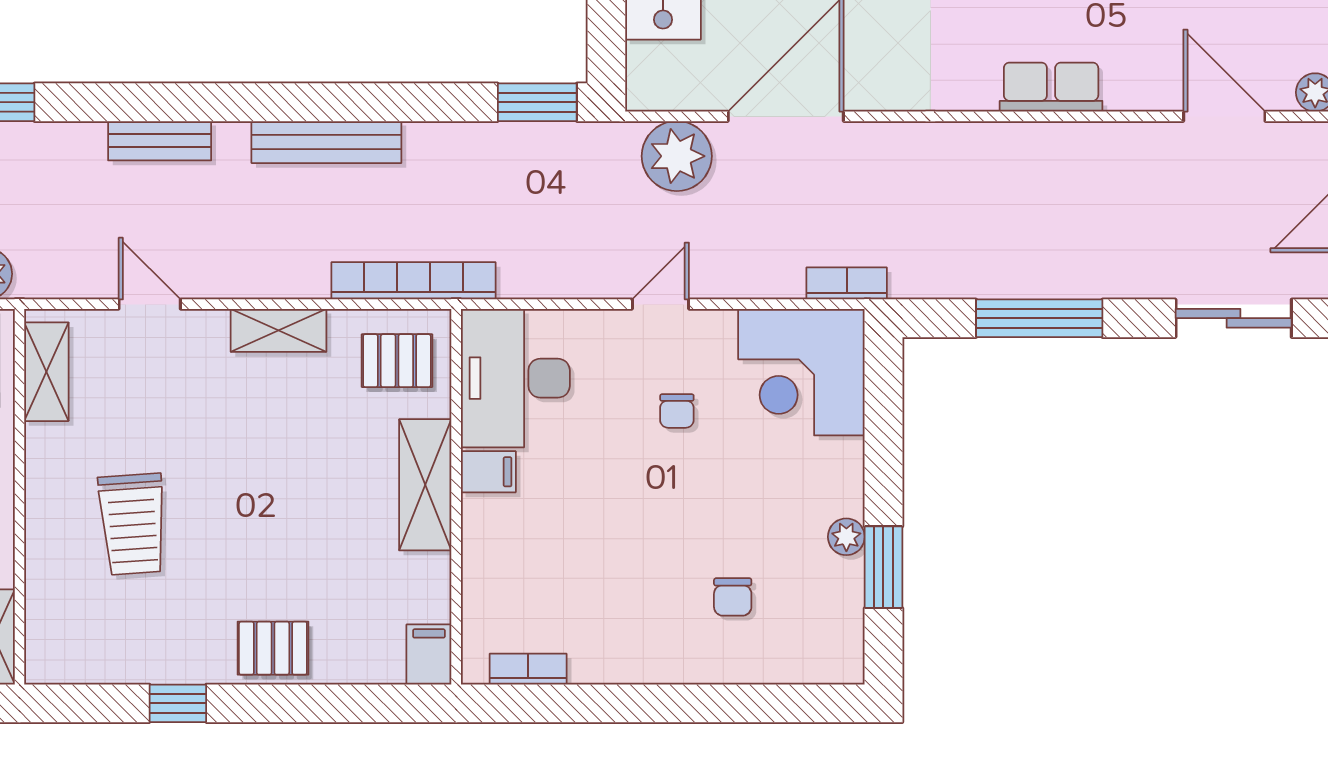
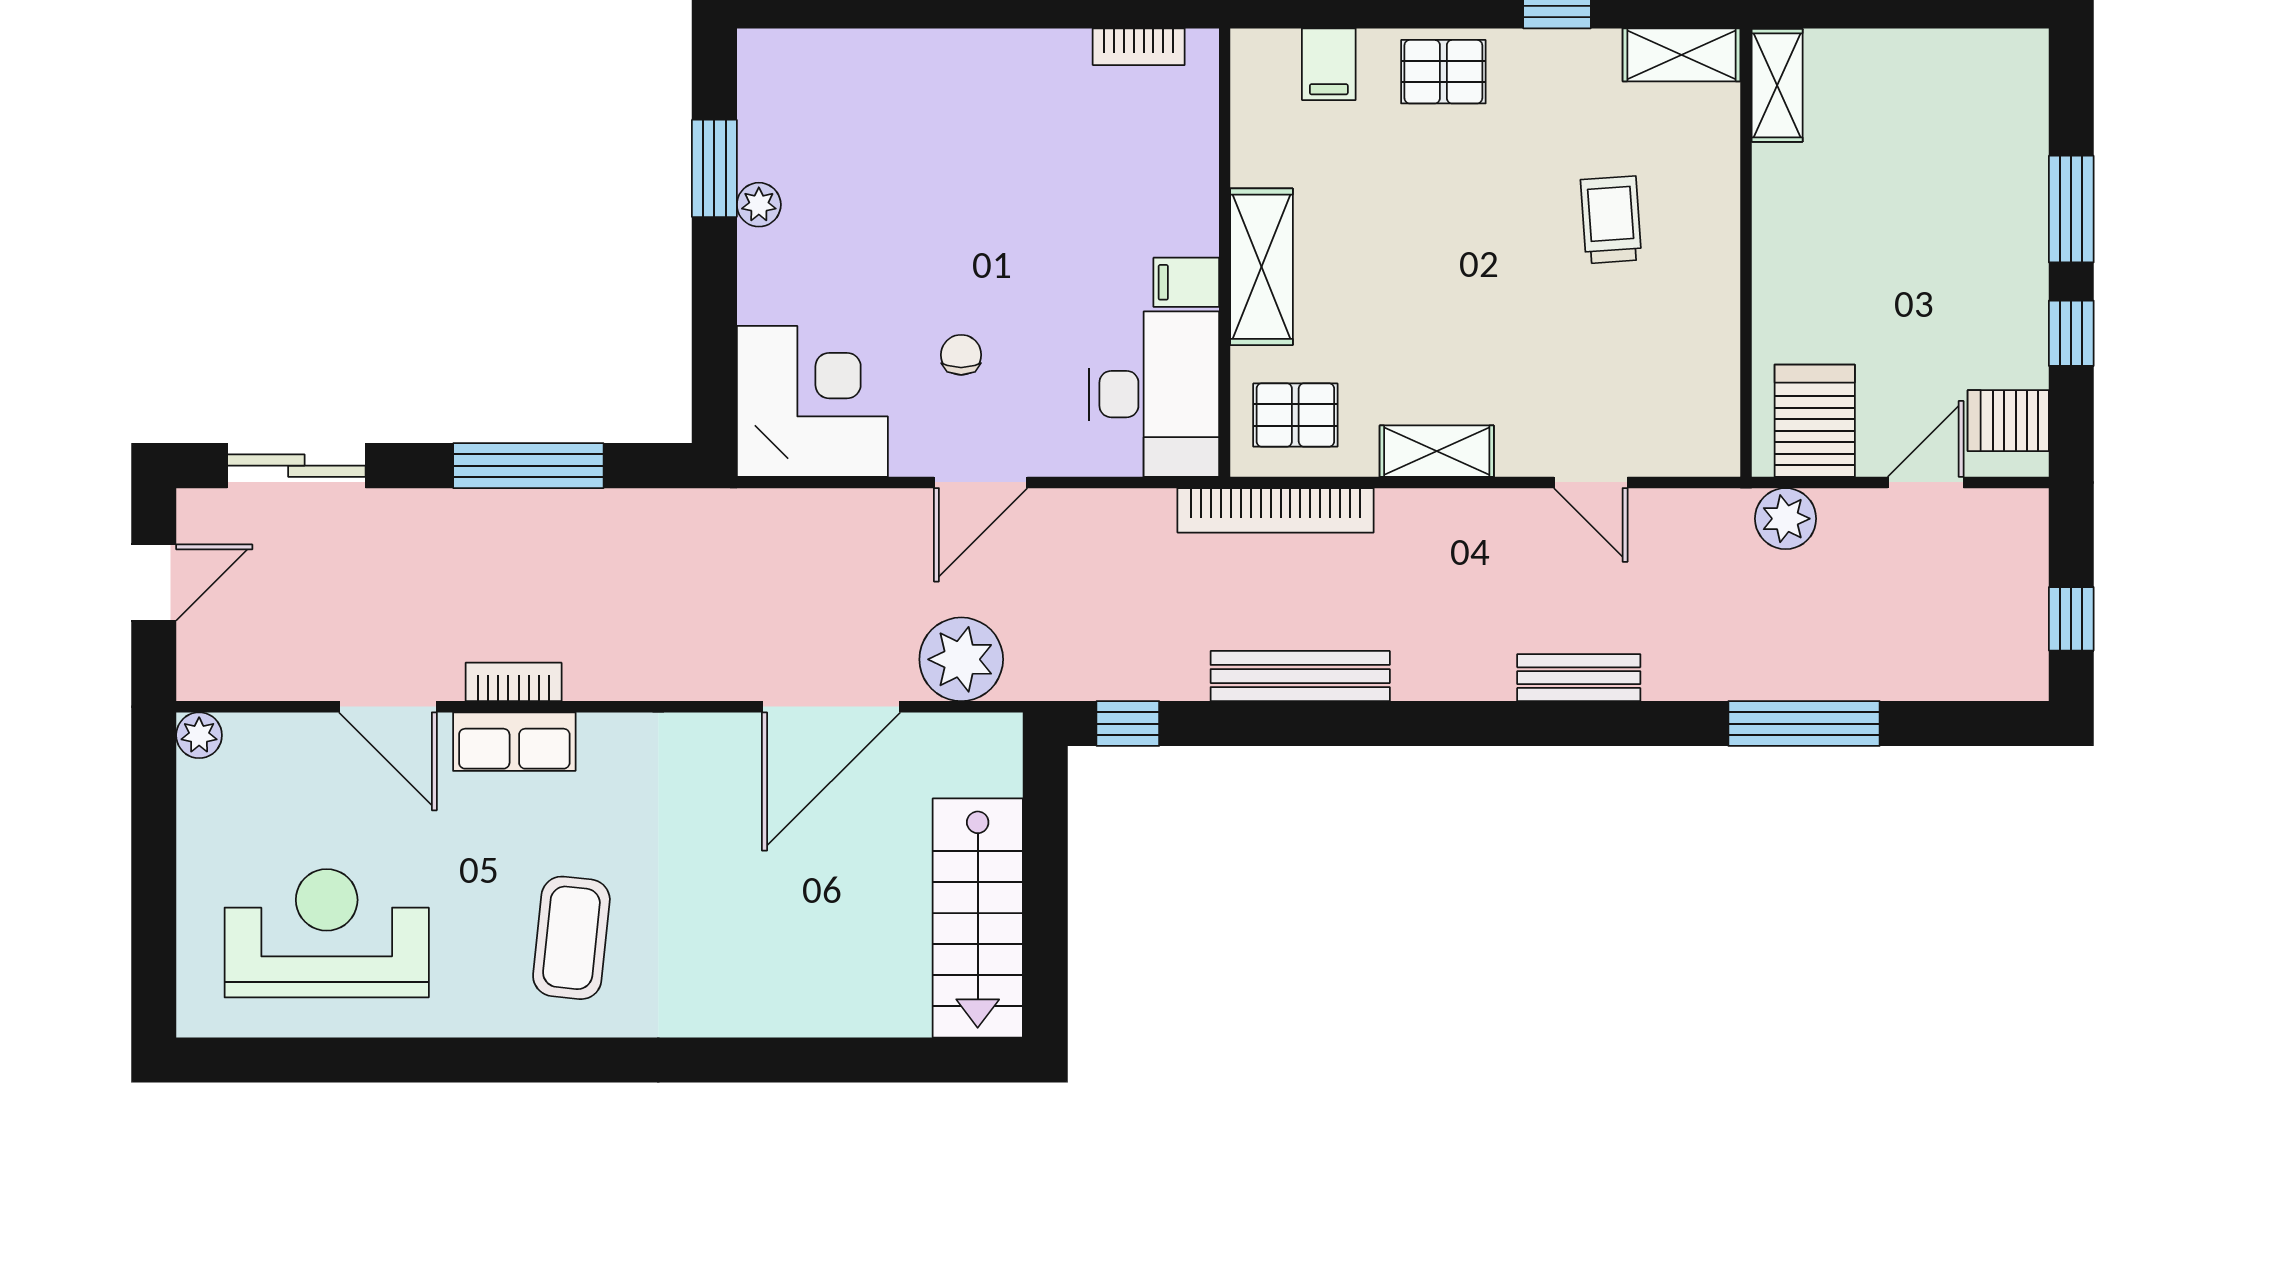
window: (537, 102) -> (1128, 724), width x0.67
door: (1224, 116) -> (388, 707), moved
bench: (326, 142) -> (1300, 676), moved
bookcase: (847, 283) -> (514, 682), moved, turned 180
door: (660, 304) -> (981, 482), width x1.38
shelving: (46, 372) -> (1682, 55), moved, turned 90
trolley: (133, 524) -> (1611, 220), width x0.73, depth x0.72
chair: (733, 597) -> (894, 133), removed
filing cabinet: (429, 654) -> (1329, 64), moved

